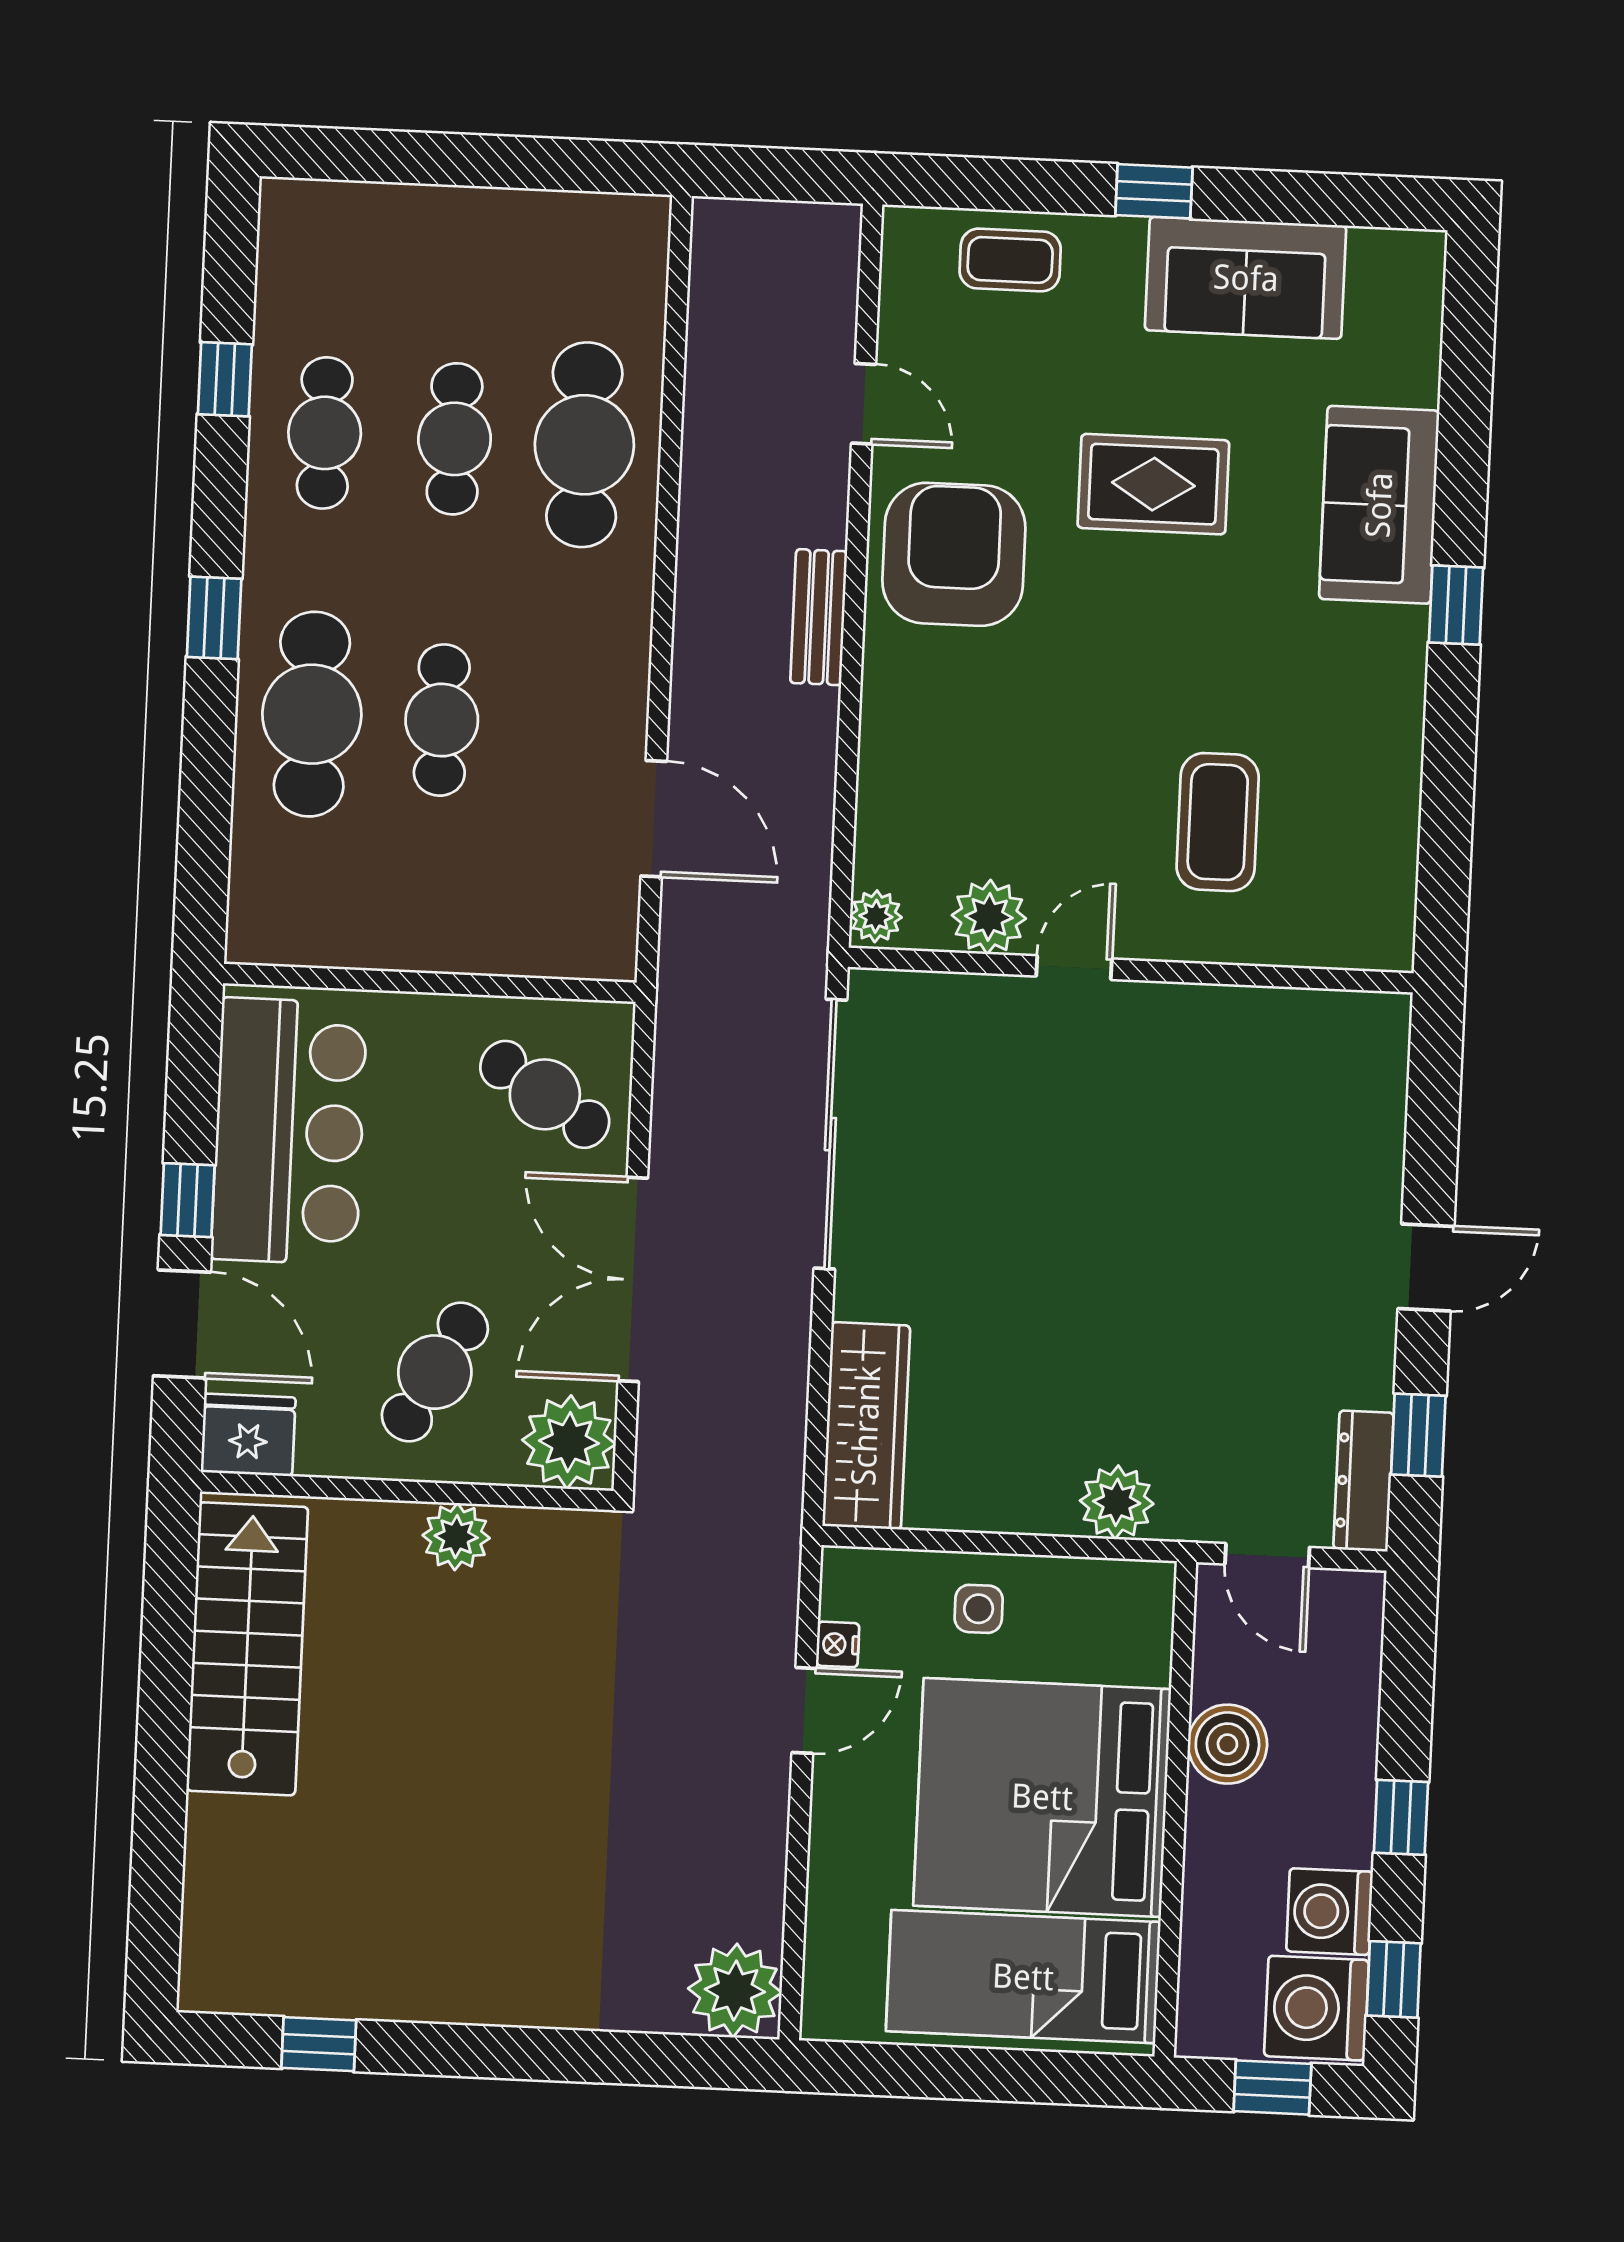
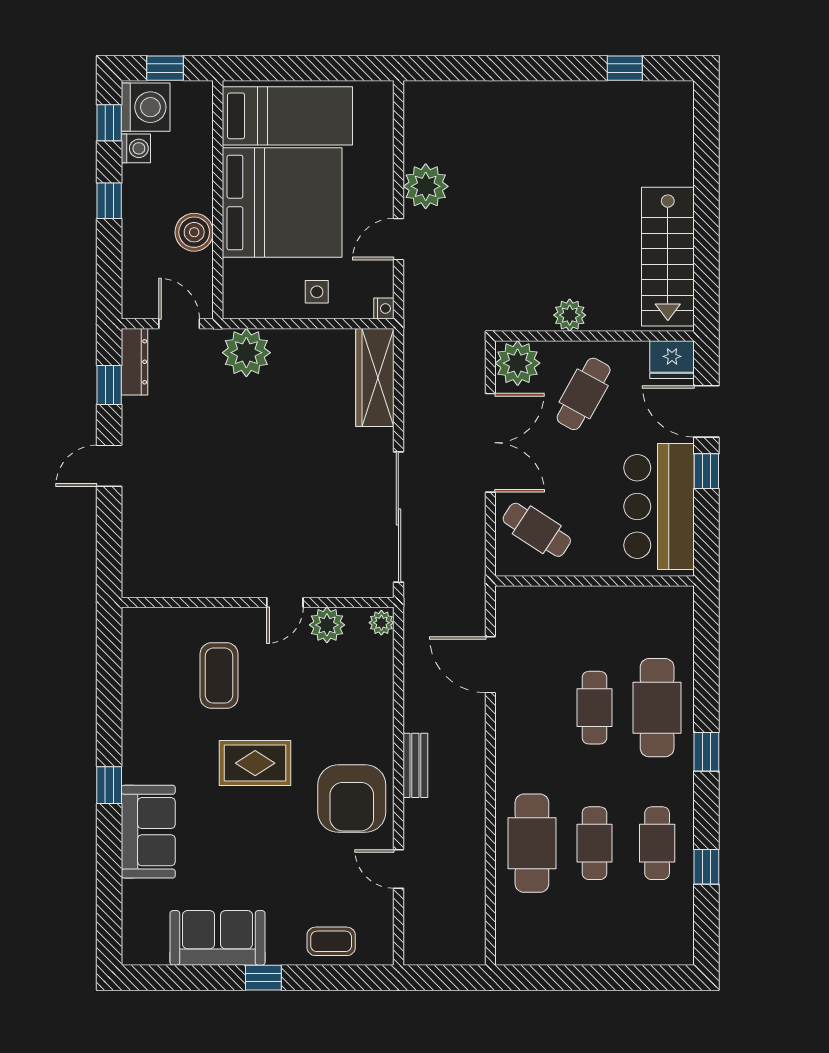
rug: (1153, 484) -> (255, 763), moved
plant: (1117, 1502) -> (246, 353), width x1.36, depth x1.36
nightstand: (838, 1644) -> (384, 308), moved
washing machine: (1330, 1912) -> (136, 148), width x0.73, depth x0.73
plant: (735, 1991) -> (426, 186), moved

